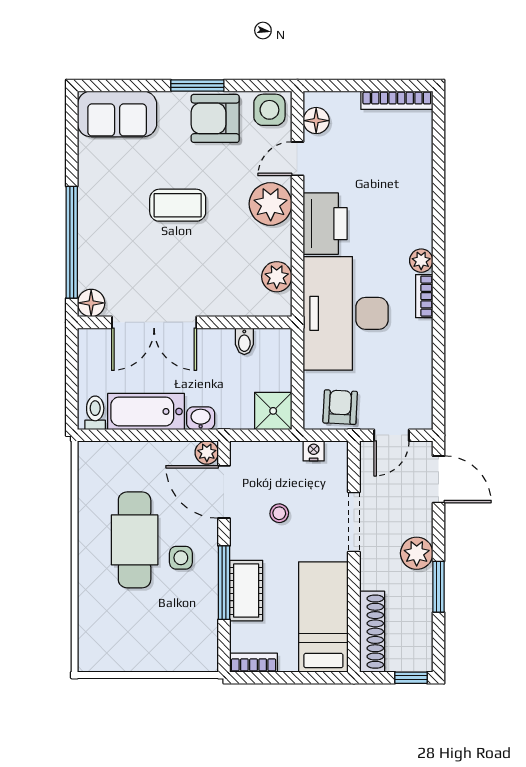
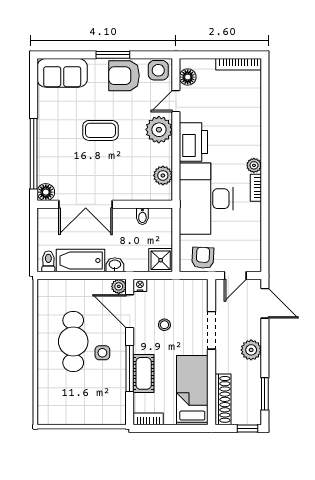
nightstand: (314, 451) -> (140, 285), moved
window: (438, 587) -> (265, 394), moved

